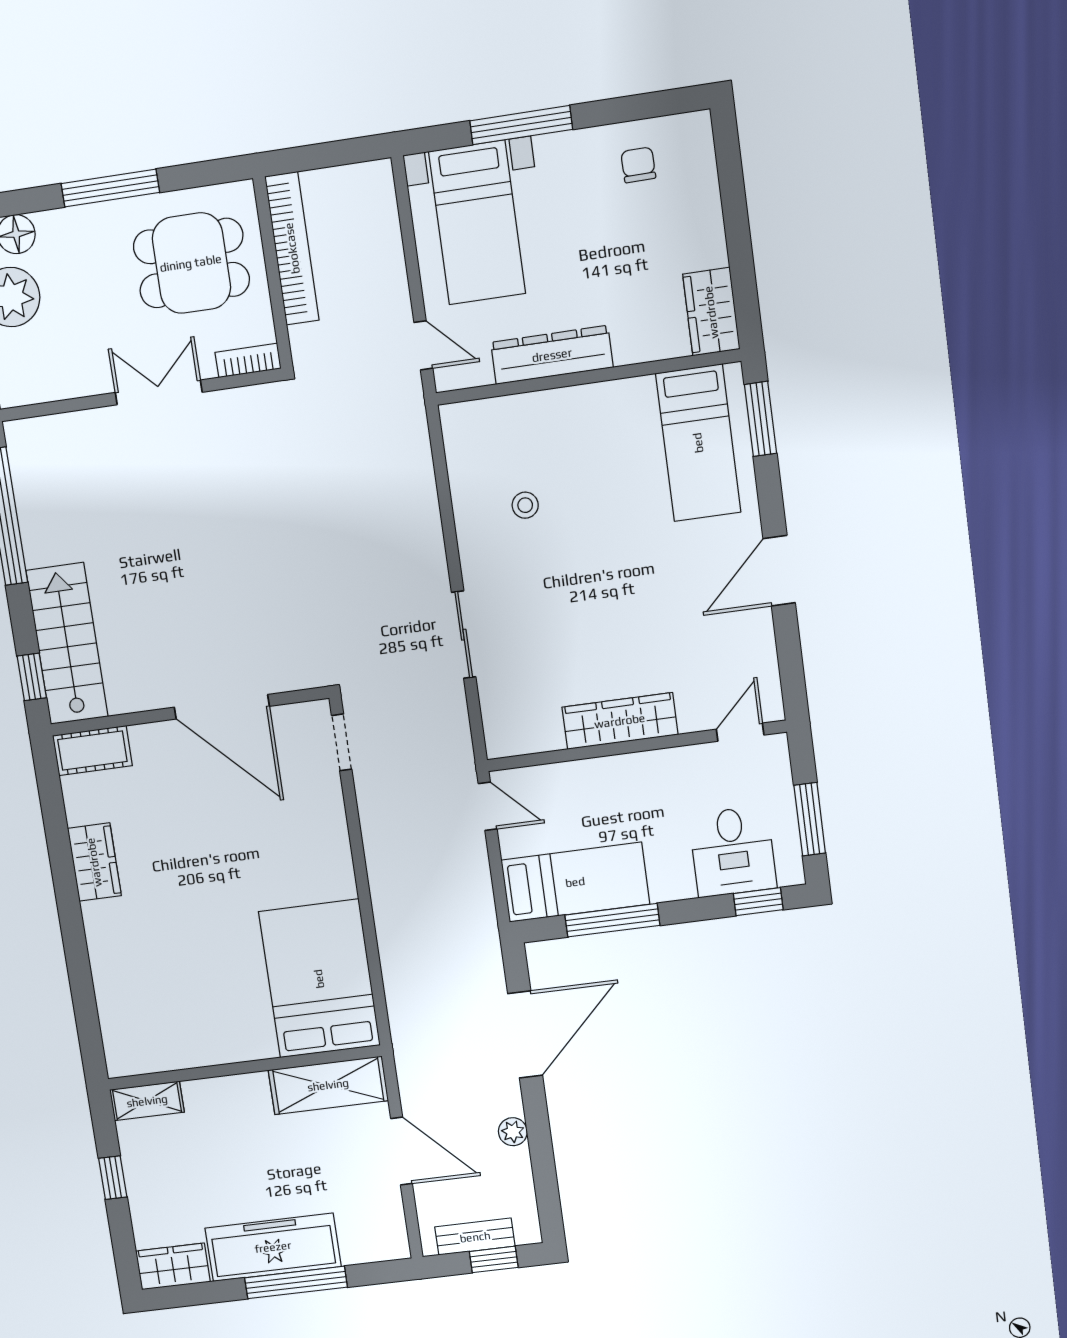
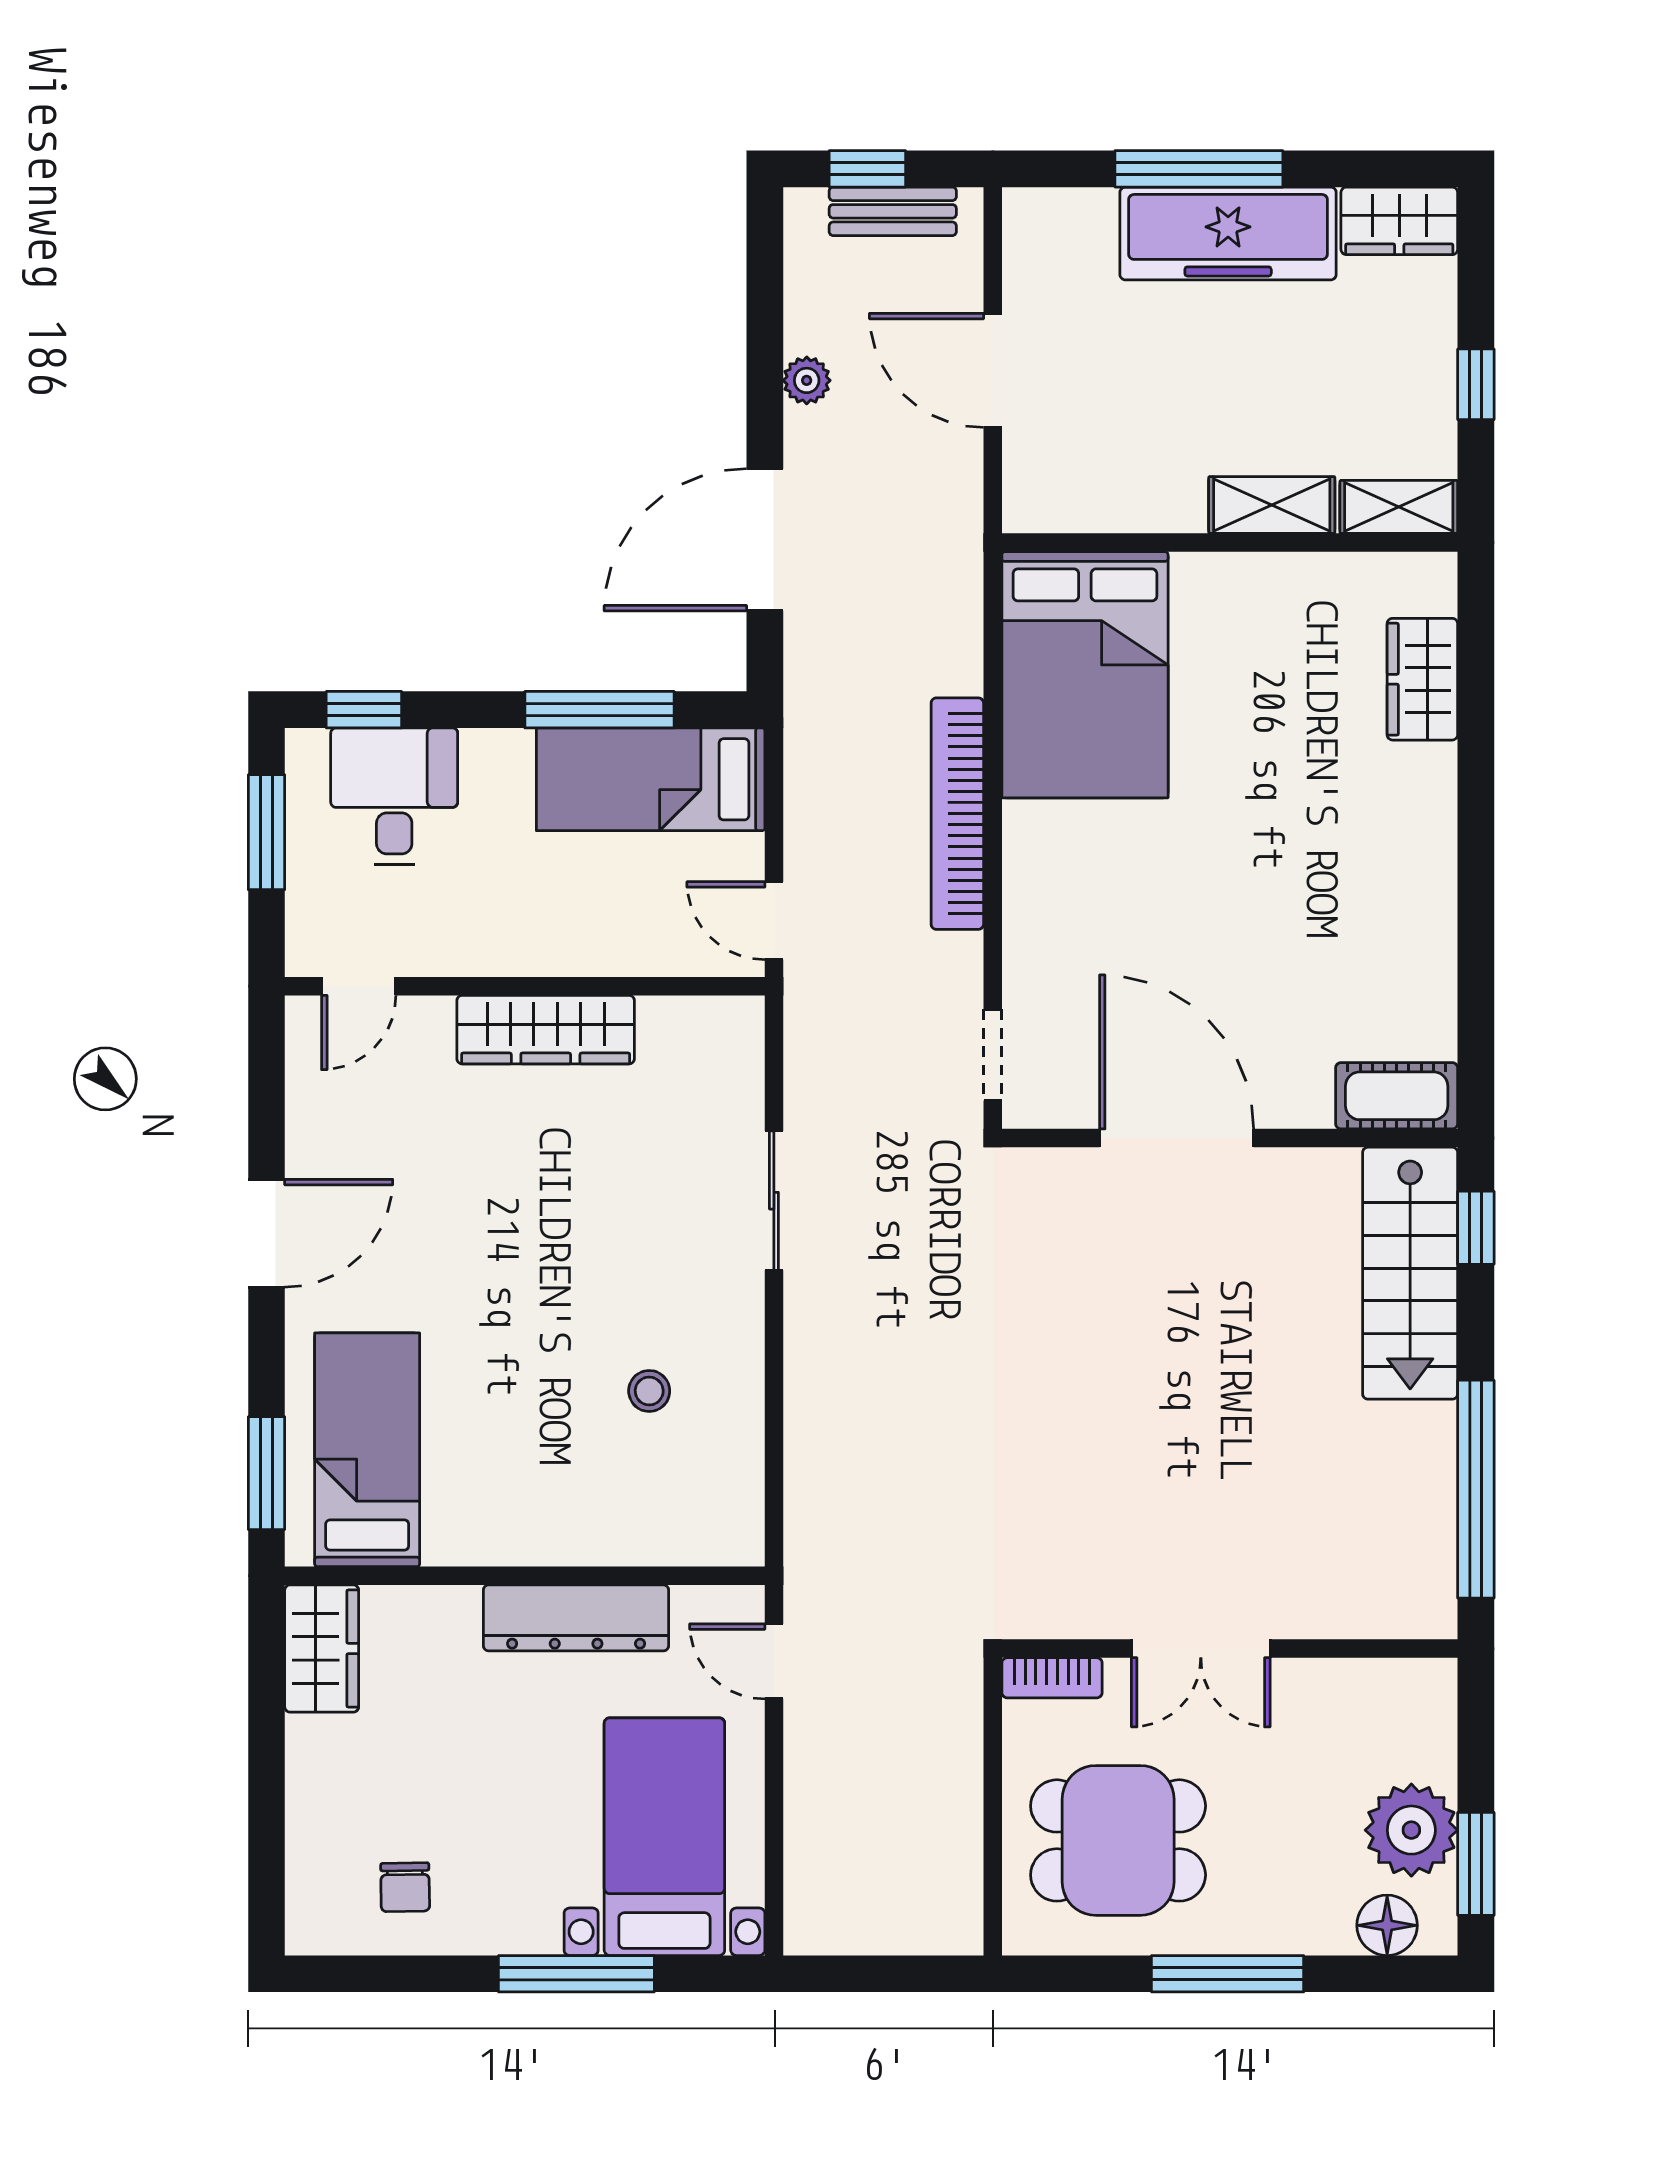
bookcase: (292, 248) -> (957, 814), moved
wardrobe: (94, 862) -> (1422, 679), moved
shelving: (328, 1085) -> (1272, 505), moved, width x0.67, depth x0.75

